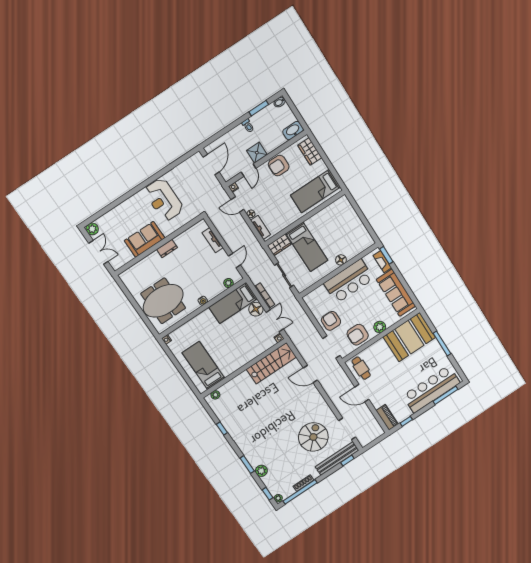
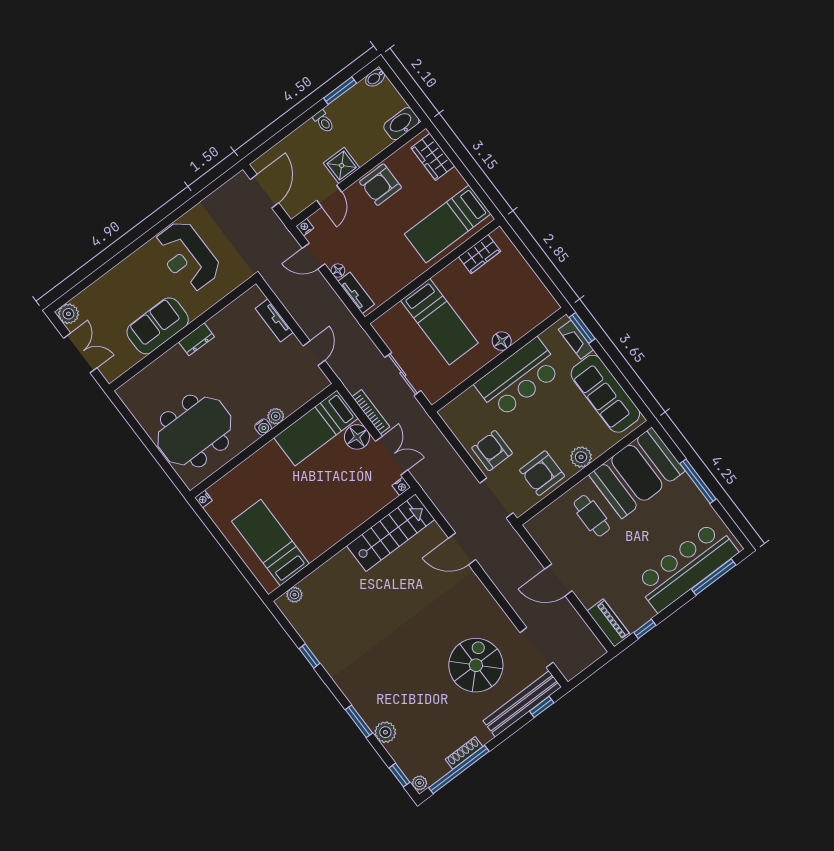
wardrobe: (279, 245) -> (480, 254), moved
plant: (228, 283) -> (276, 416), moved
cafe table: (361, 368) -> (592, 516), moved

